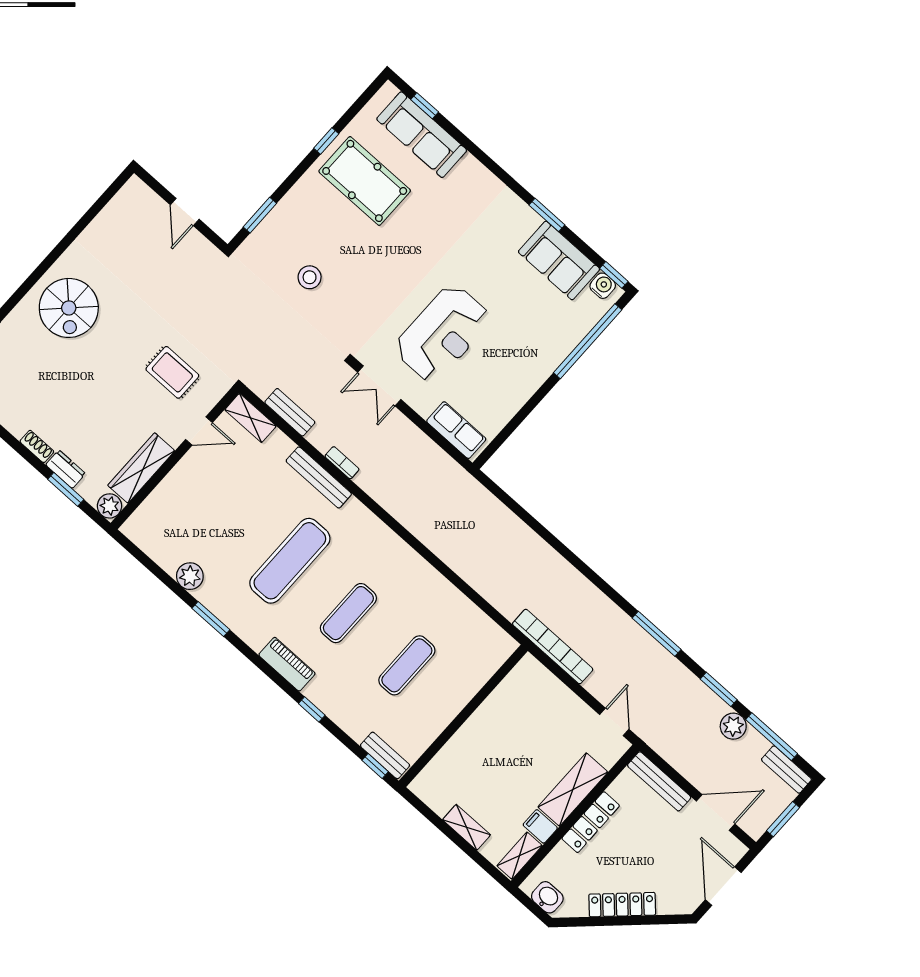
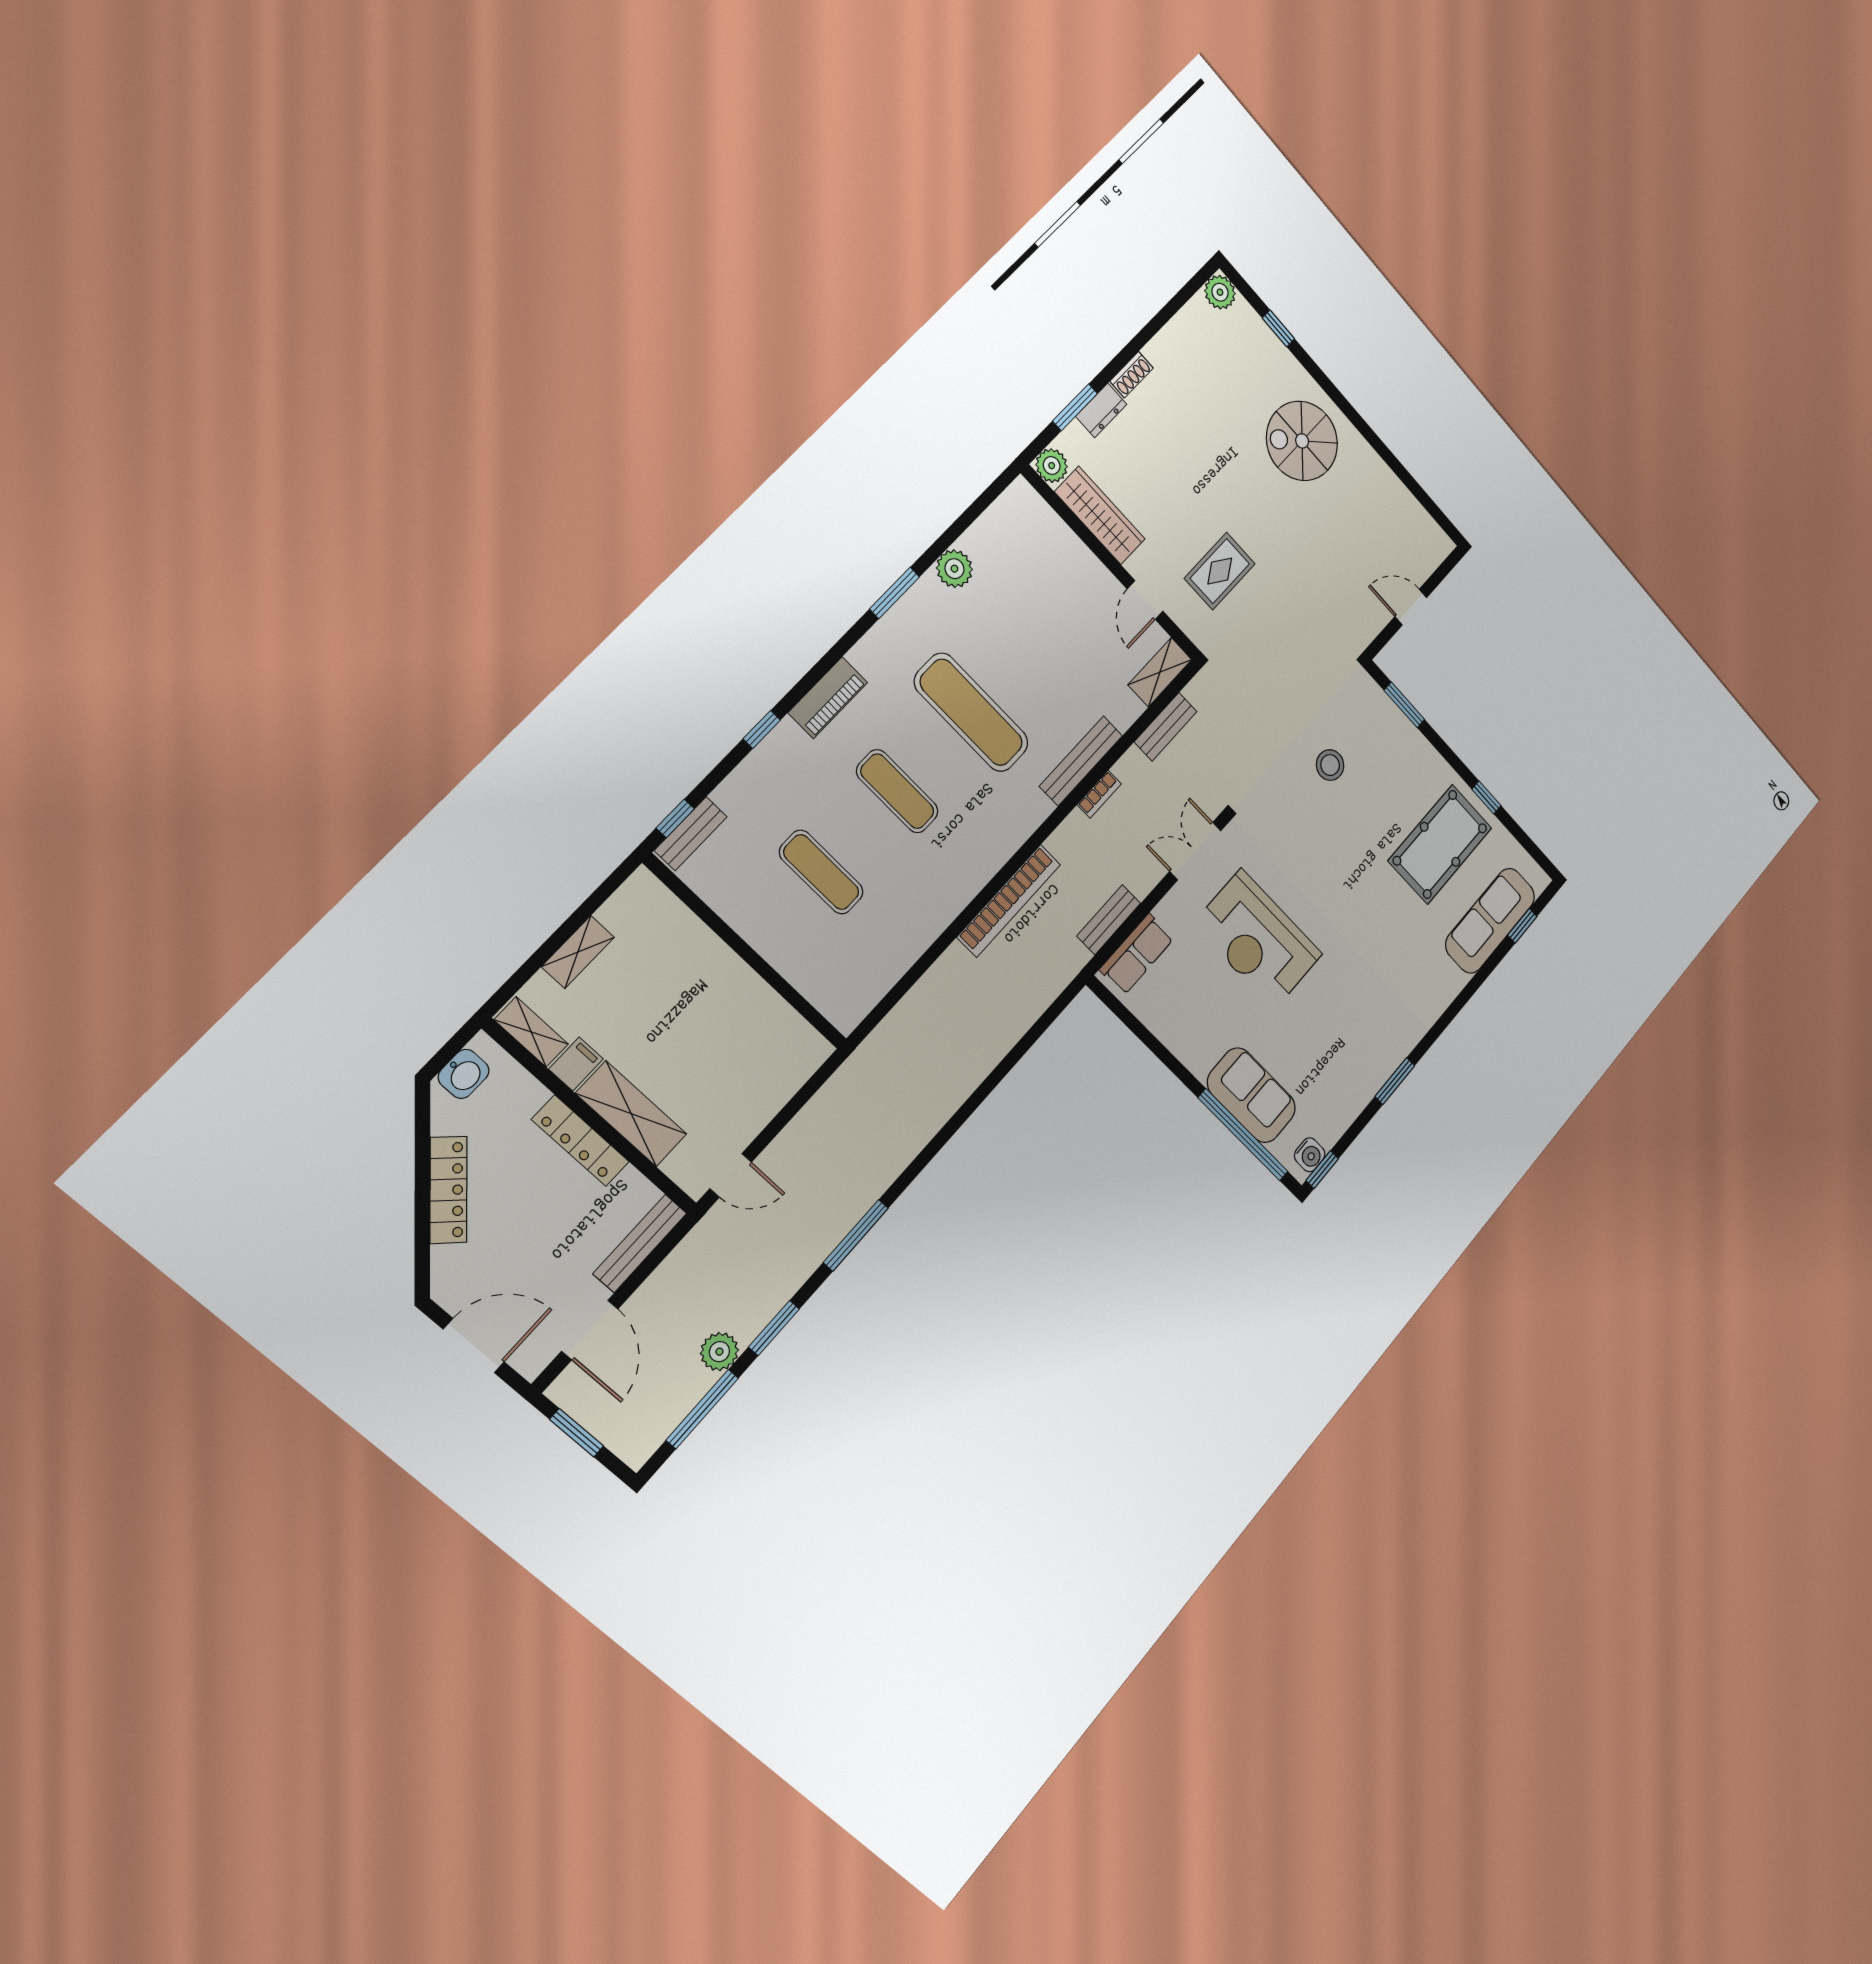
sofa: (559, 260) -> (1251, 1095), moved, turned 90
bookcase: (553, 647) -> (1009, 901), moved
bench: (786, 770) -> (1109, 920), moved

